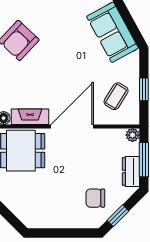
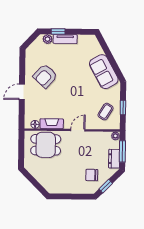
door: (72, 126) -> (78, 130), width x0.53

